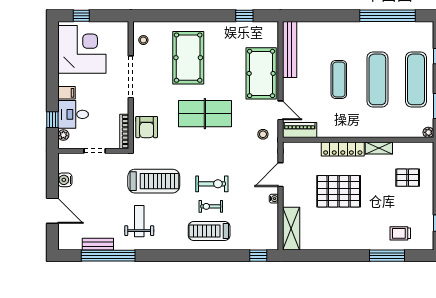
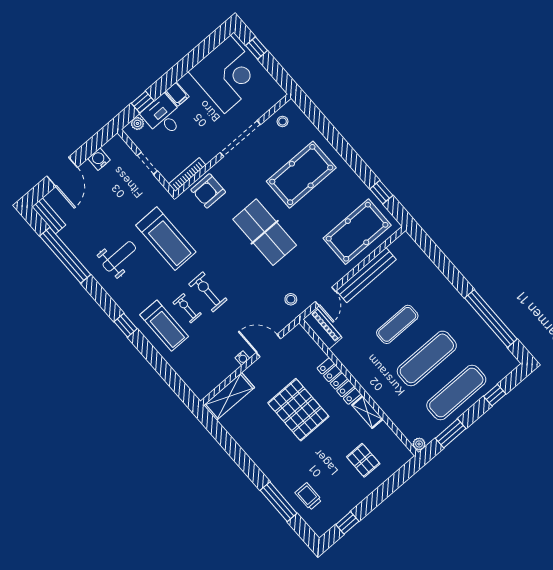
bench: (290, 49) -> (366, 275), moved
pool table: (261, 73) -> (357, 232), moved
exercise bike: (212, 184) -> (208, 292), turned 180
treadmill: (209, 231) -> (164, 326), turned 180
bench: (98, 244) -> (49, 216), moved
window: (258, 256) -> (126, 325), moved

